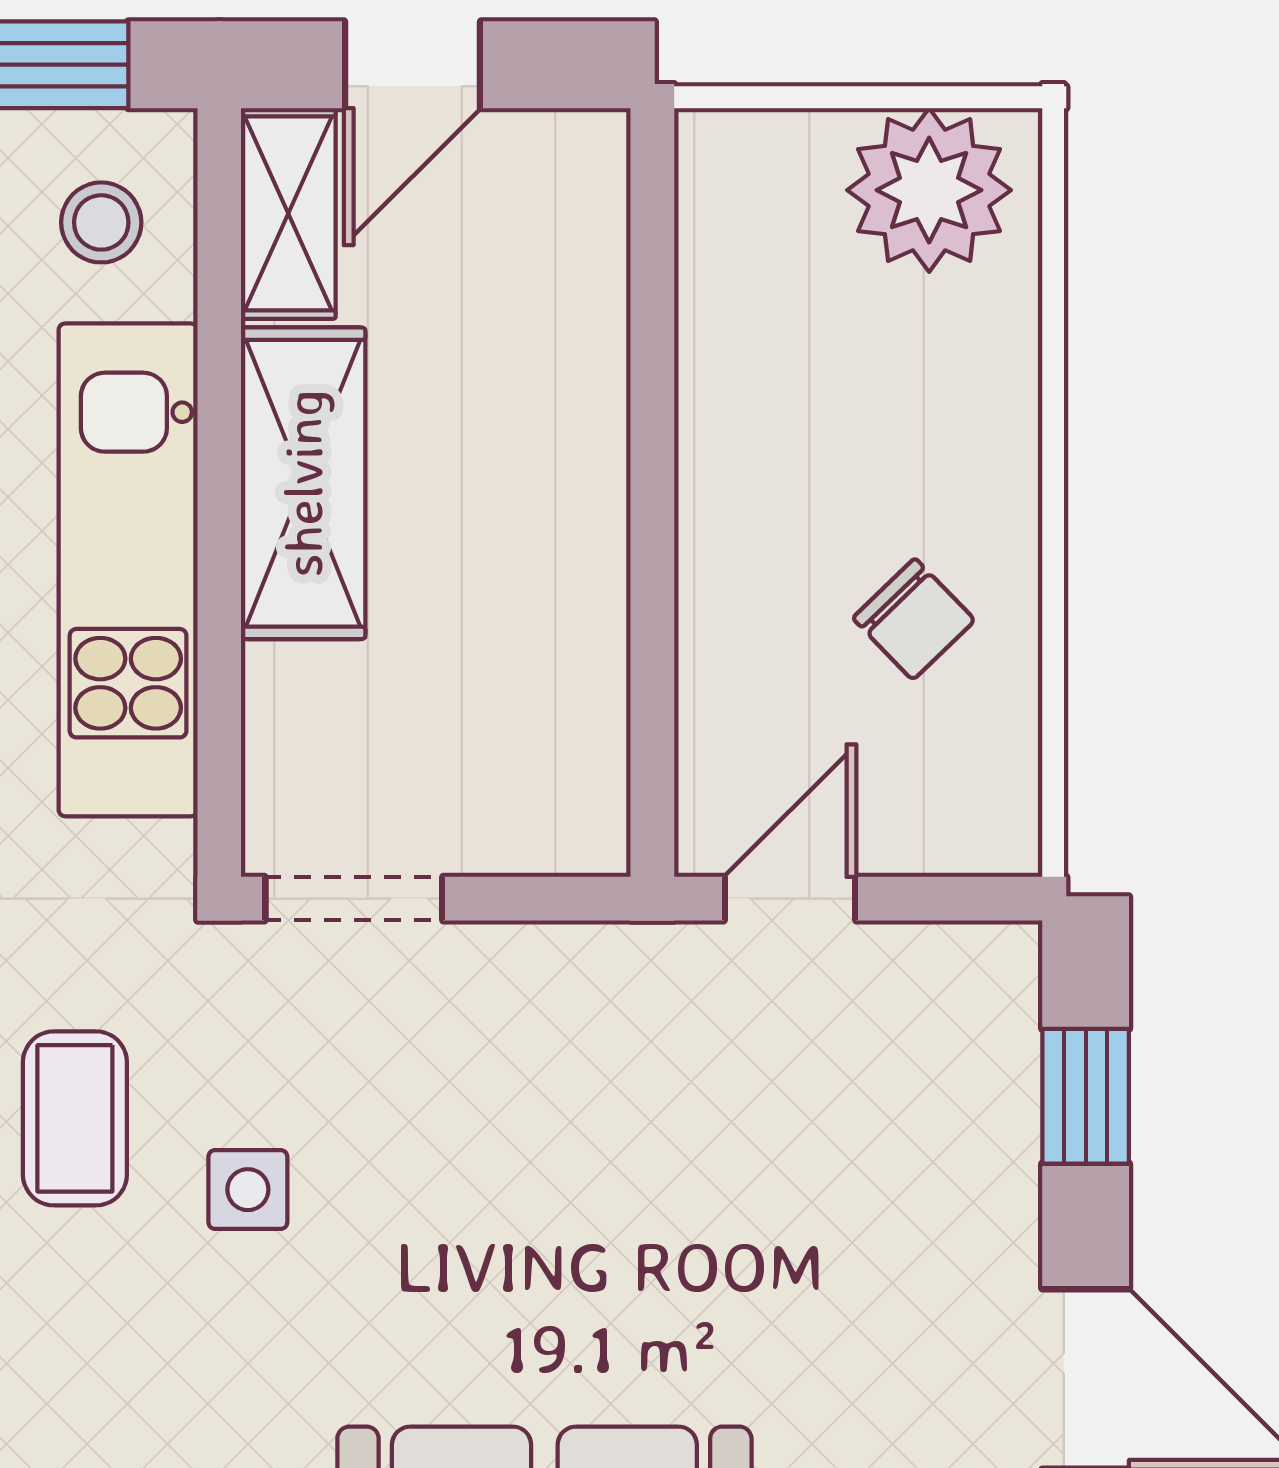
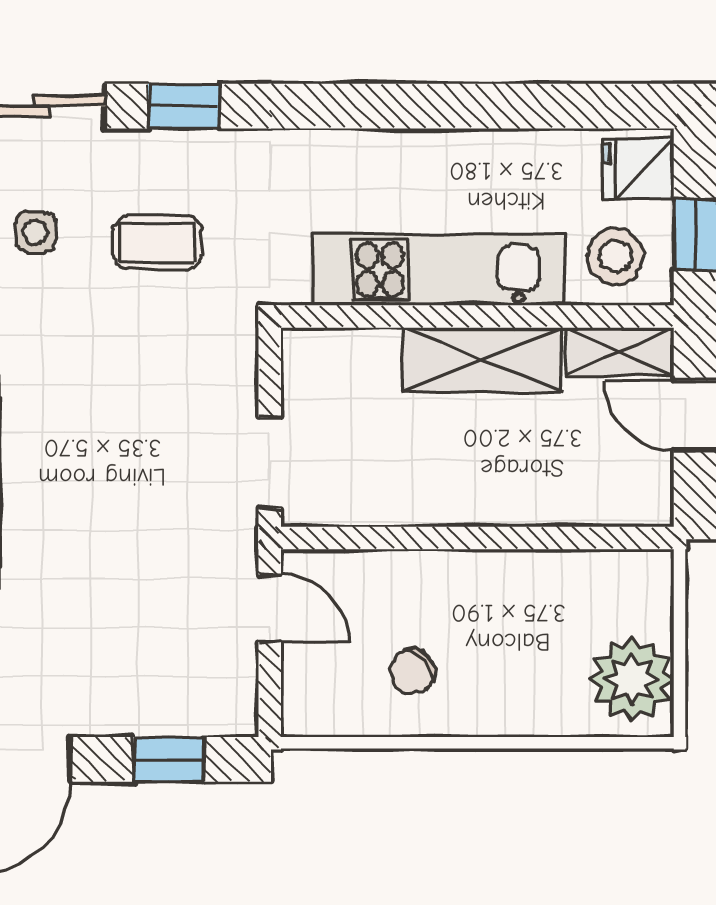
stool: (101, 222) -> (615, 256), width x1.37, depth x1.37
doorway: (354, 899) -> (270, 463), moved
side table: (248, 1190) -> (36, 232), moved

